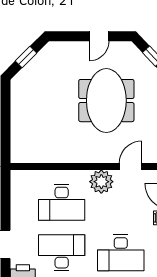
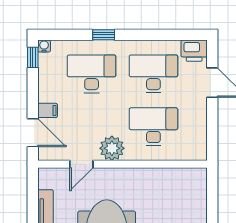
desk: (62, 253) -> (153, 74), turned 180

